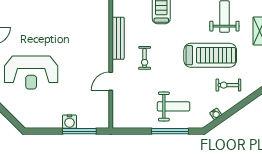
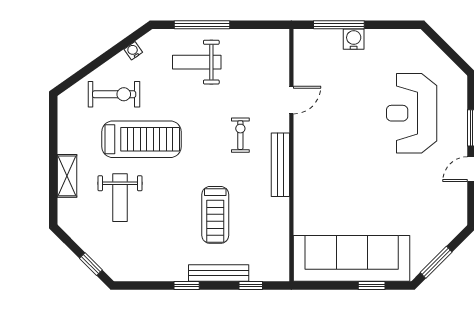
treadmill: (210, 55) -> (141, 139), turned 180
reception desk: (31, 73) -> (412, 113), turned -90
exercise bike: (228, 85) -> (114, 94), width x1.38, depth x1.39

